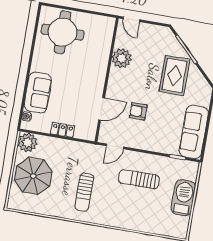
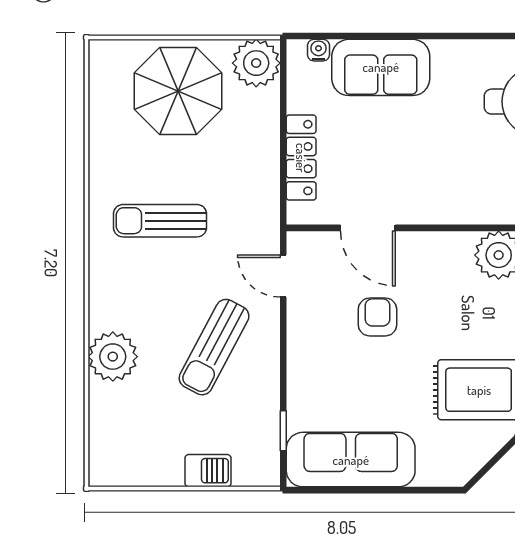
locker: (62, 130) -> (301, 158), width x1.53
sun lounger: (139, 179) -> (214, 347), turned -152
barbecue: (183, 198) -> (208, 471), width x0.53, depth x0.65
plant: (136, 221) -> (113, 357), added

